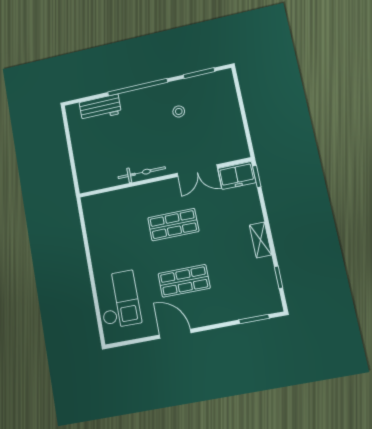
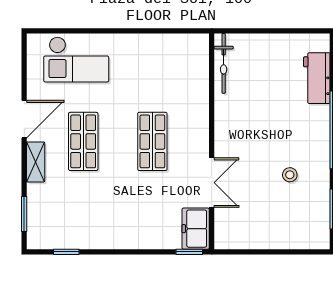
double door: (197, 171) -> (212, 183), swing flipped
bicycle: (142, 173) -> (224, 63), moved
shelving: (260, 240) -> (36, 162), moved, turned 90

